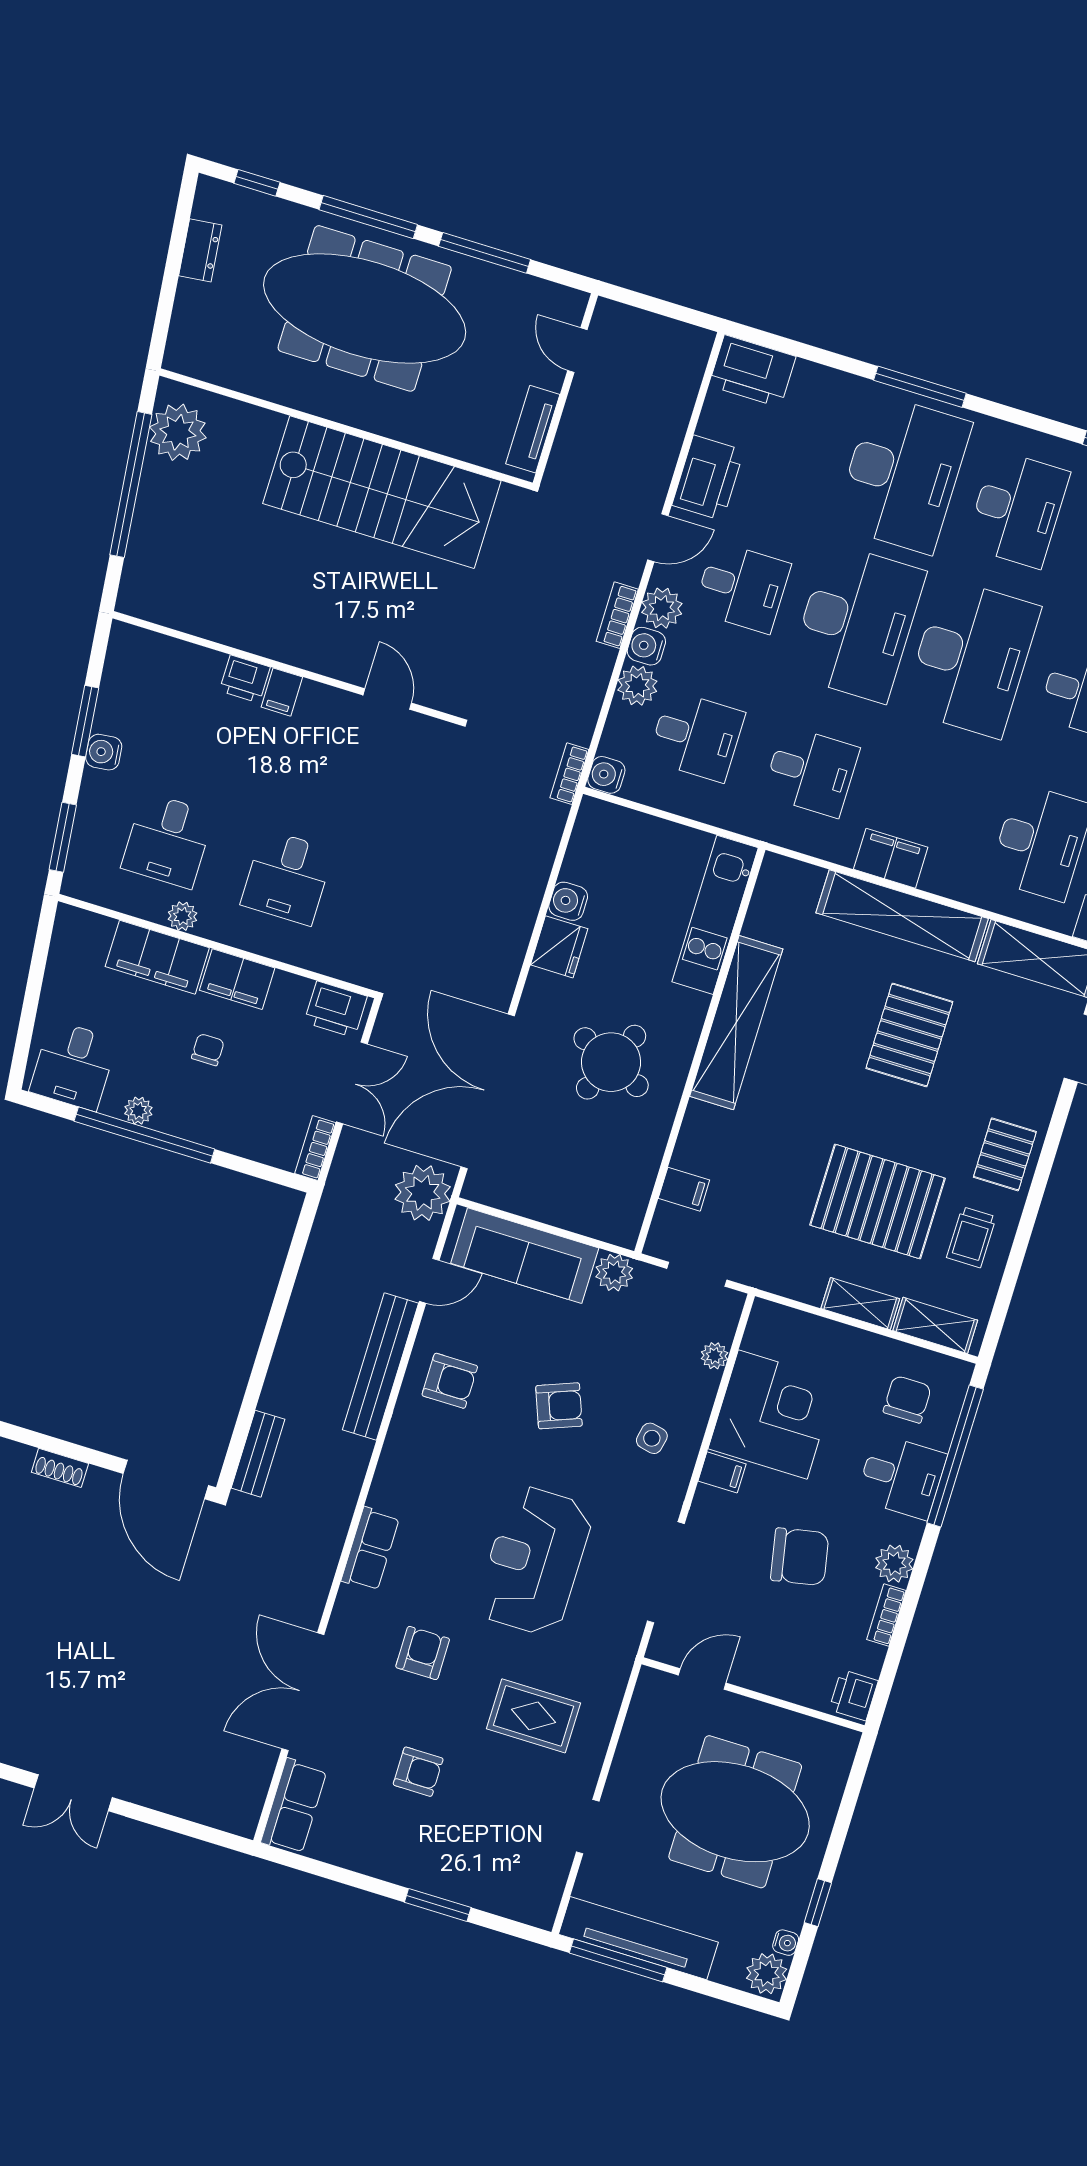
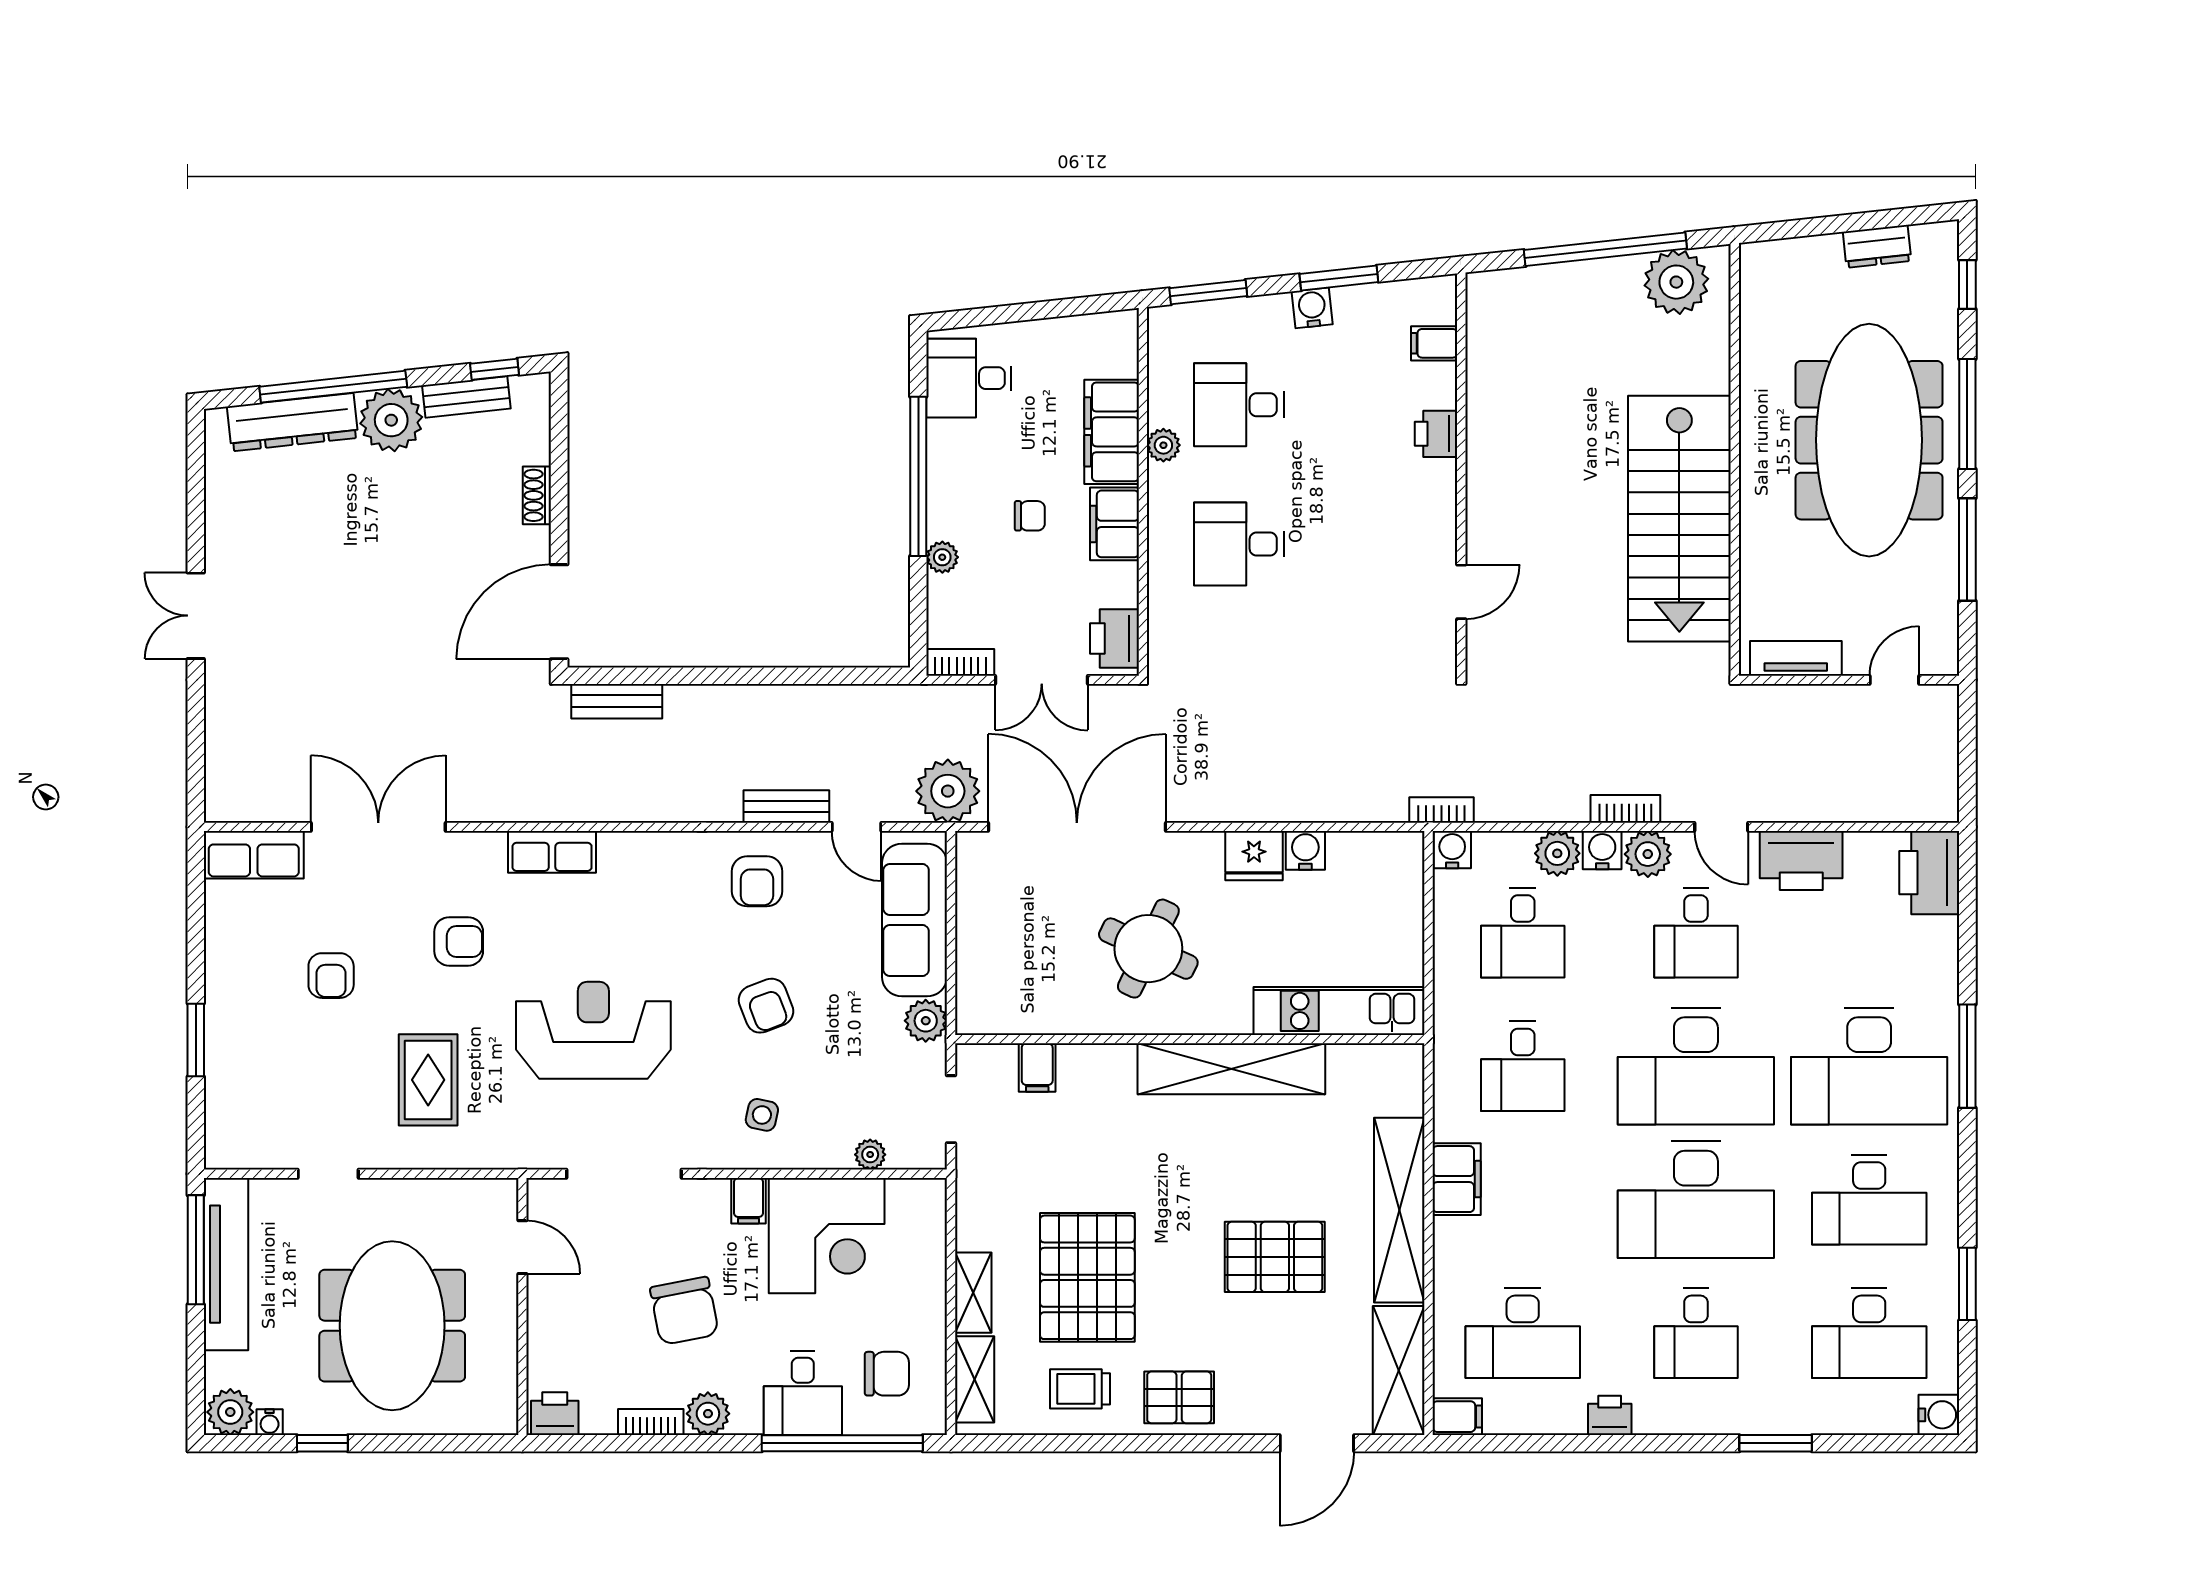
filing cabinet: (282, 692) -> (1434, 343), moved
plant: (138, 1111) -> (942, 557), moved
bench: (380, 1366) -> (786, 806), width x0.54, depth x0.82

